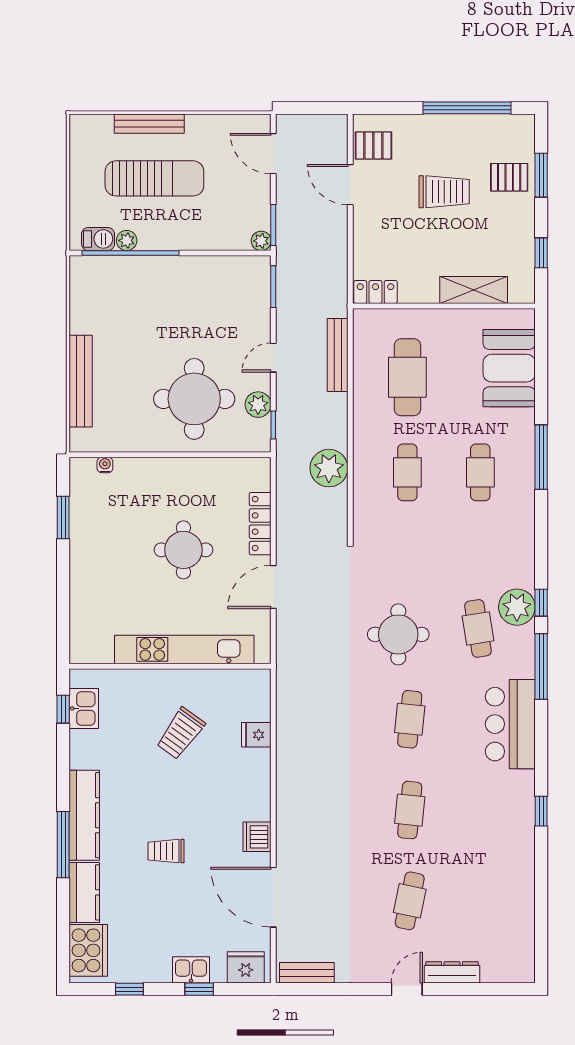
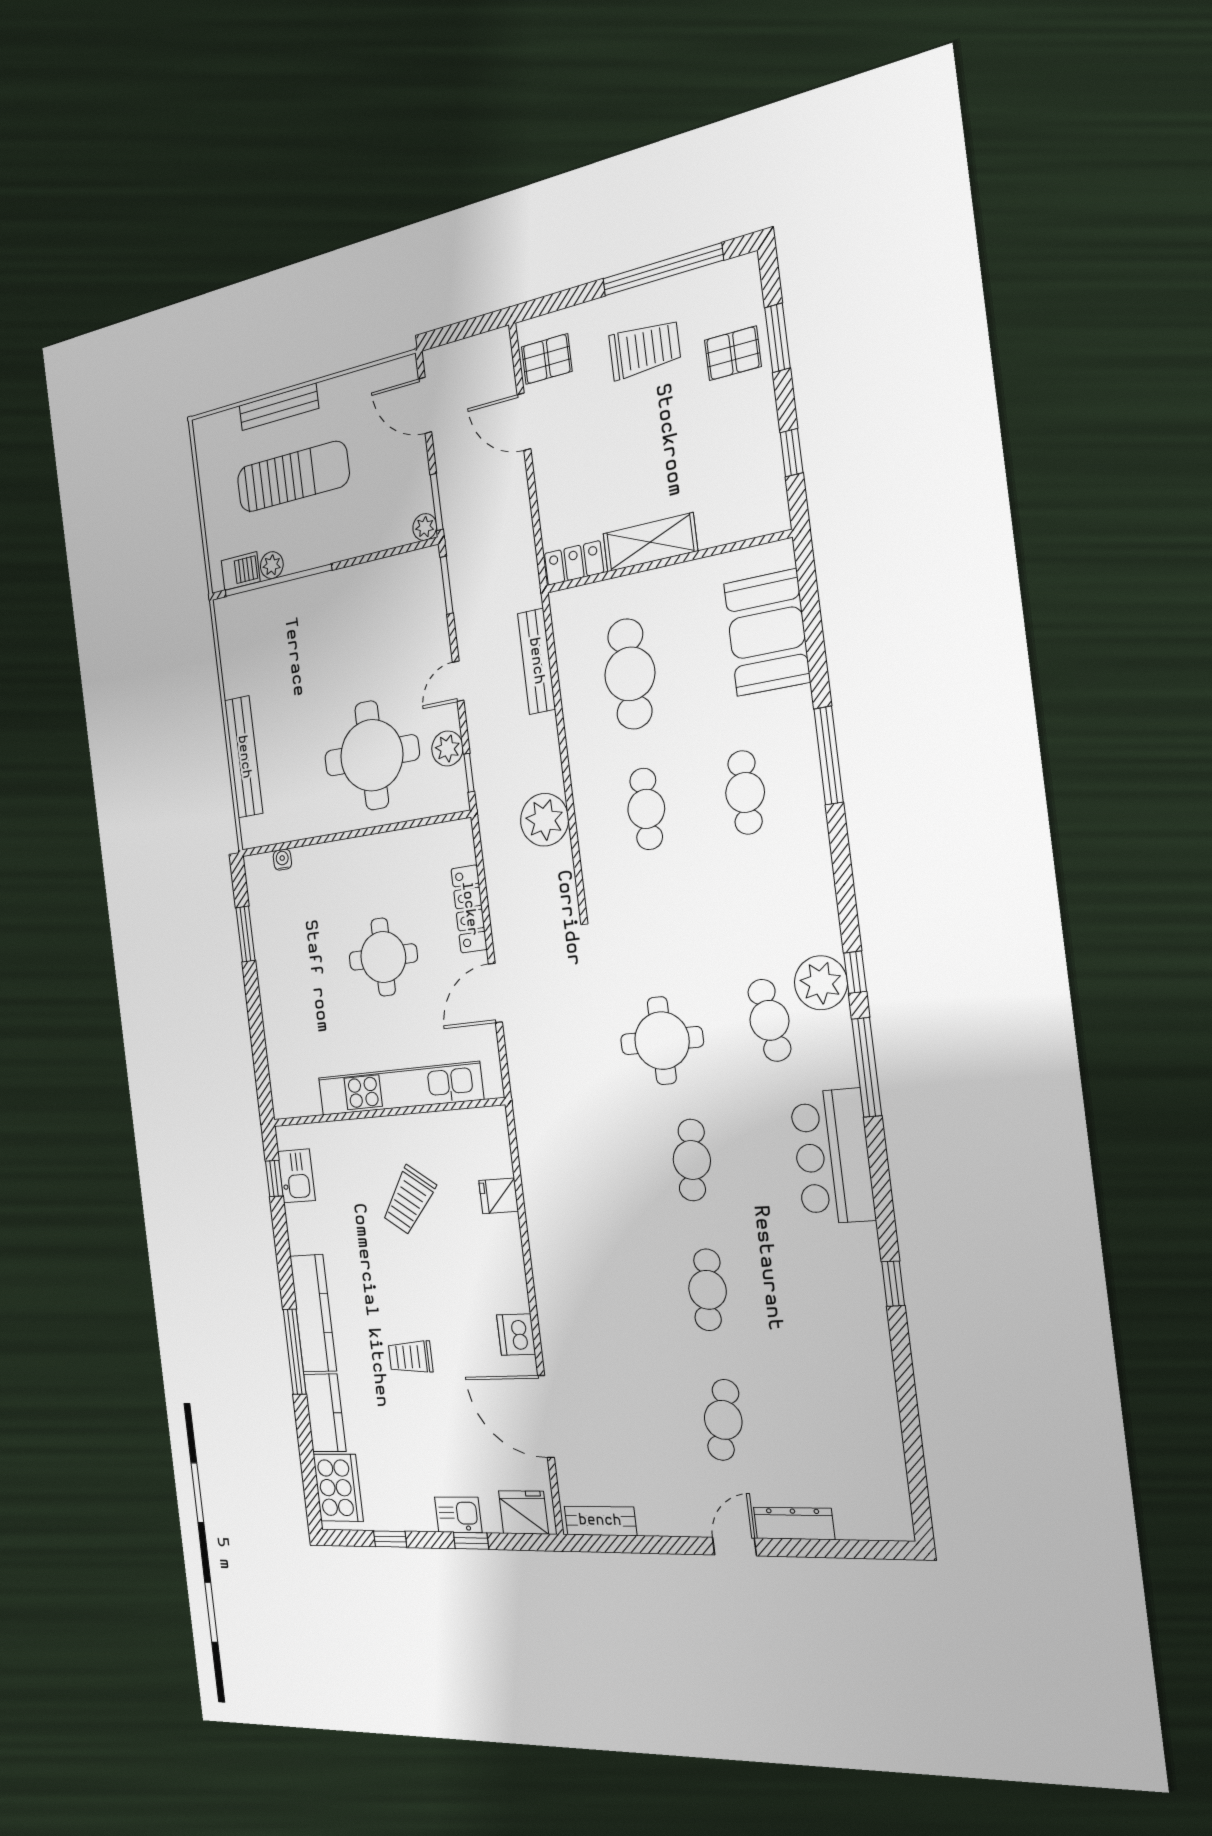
trolley: (444, 192) -> (645, 349), moved
shelving: (474, 290) -> (650, 542), moved

